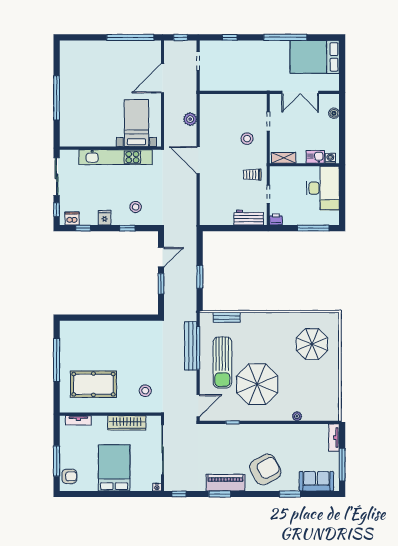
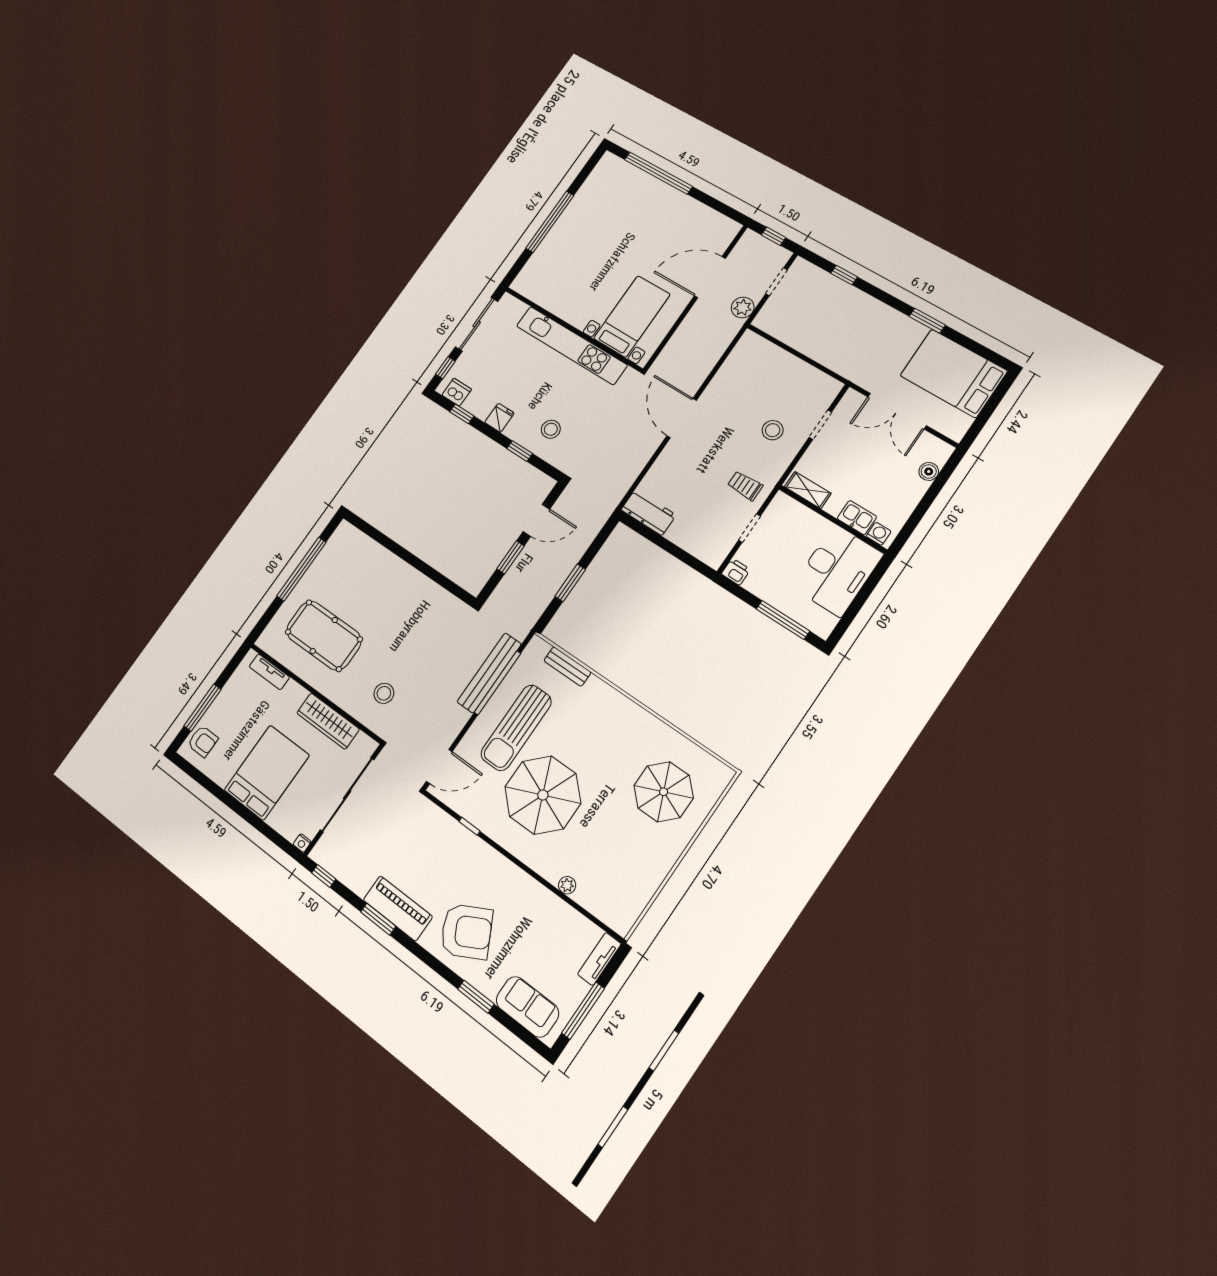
window: (130, 37) -> (658, 173), moved
window: (285, 37) -> (927, 321), width x0.47
plant: (190, 119) -> (743, 308), moved
workbench: (249, 218) -> (649, 512), moved

